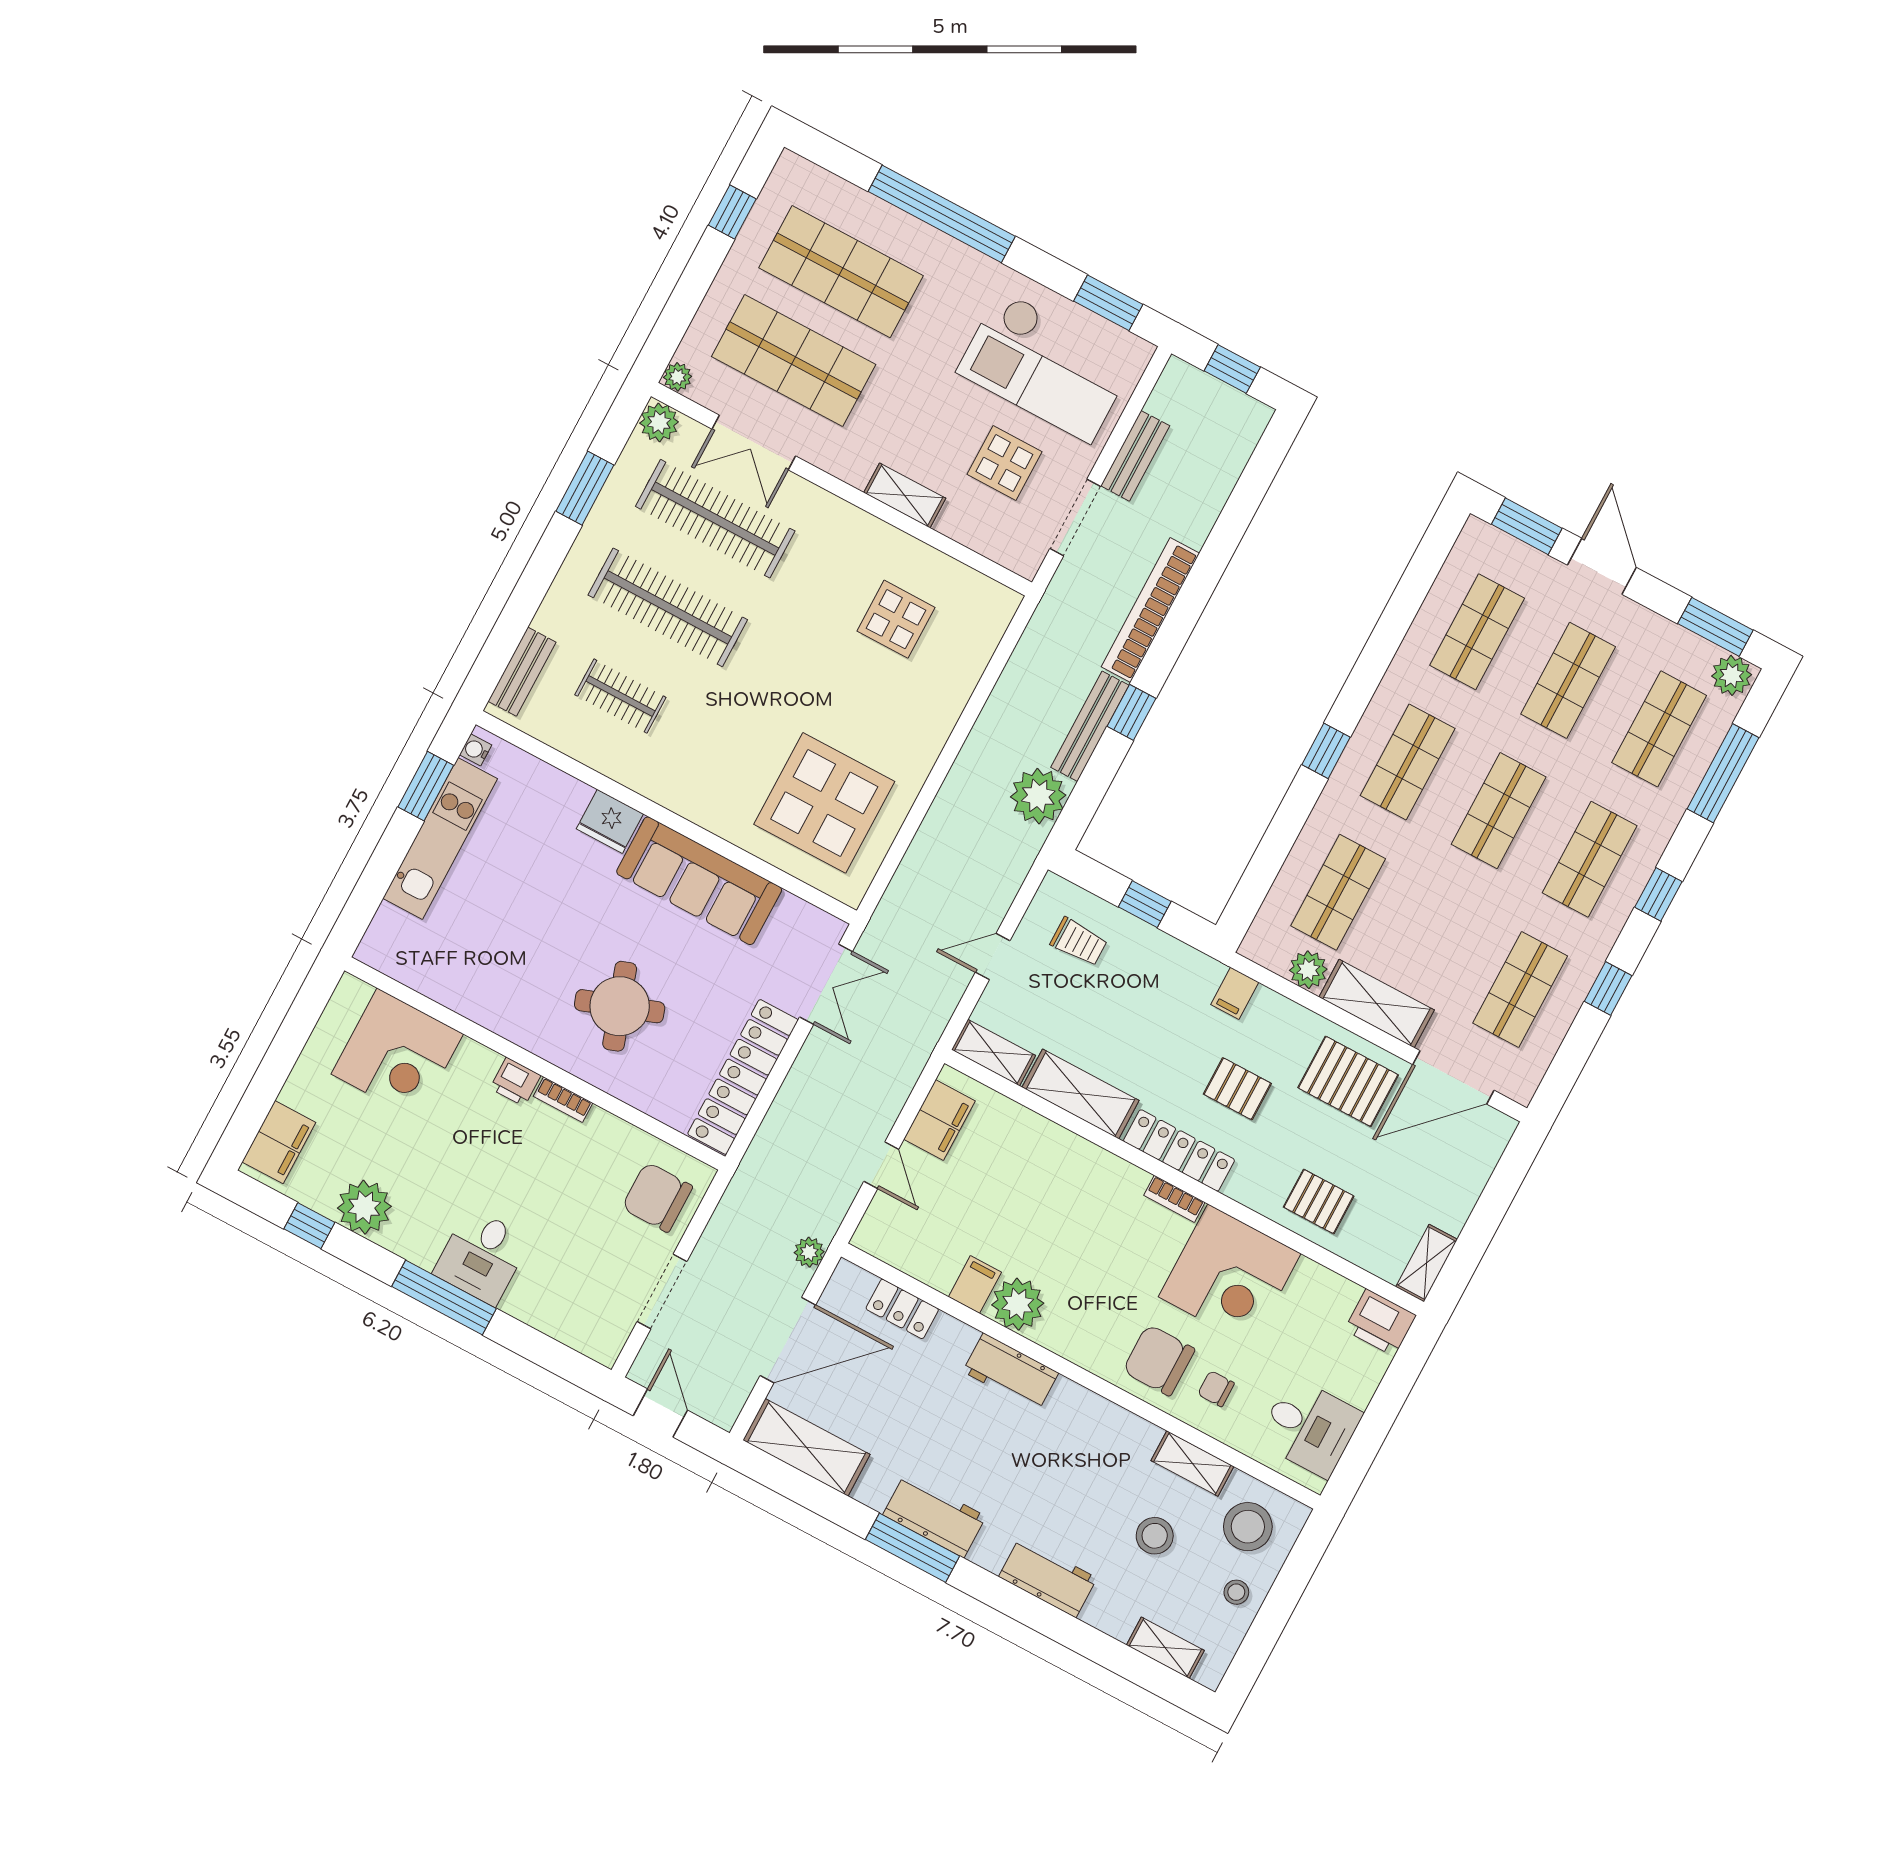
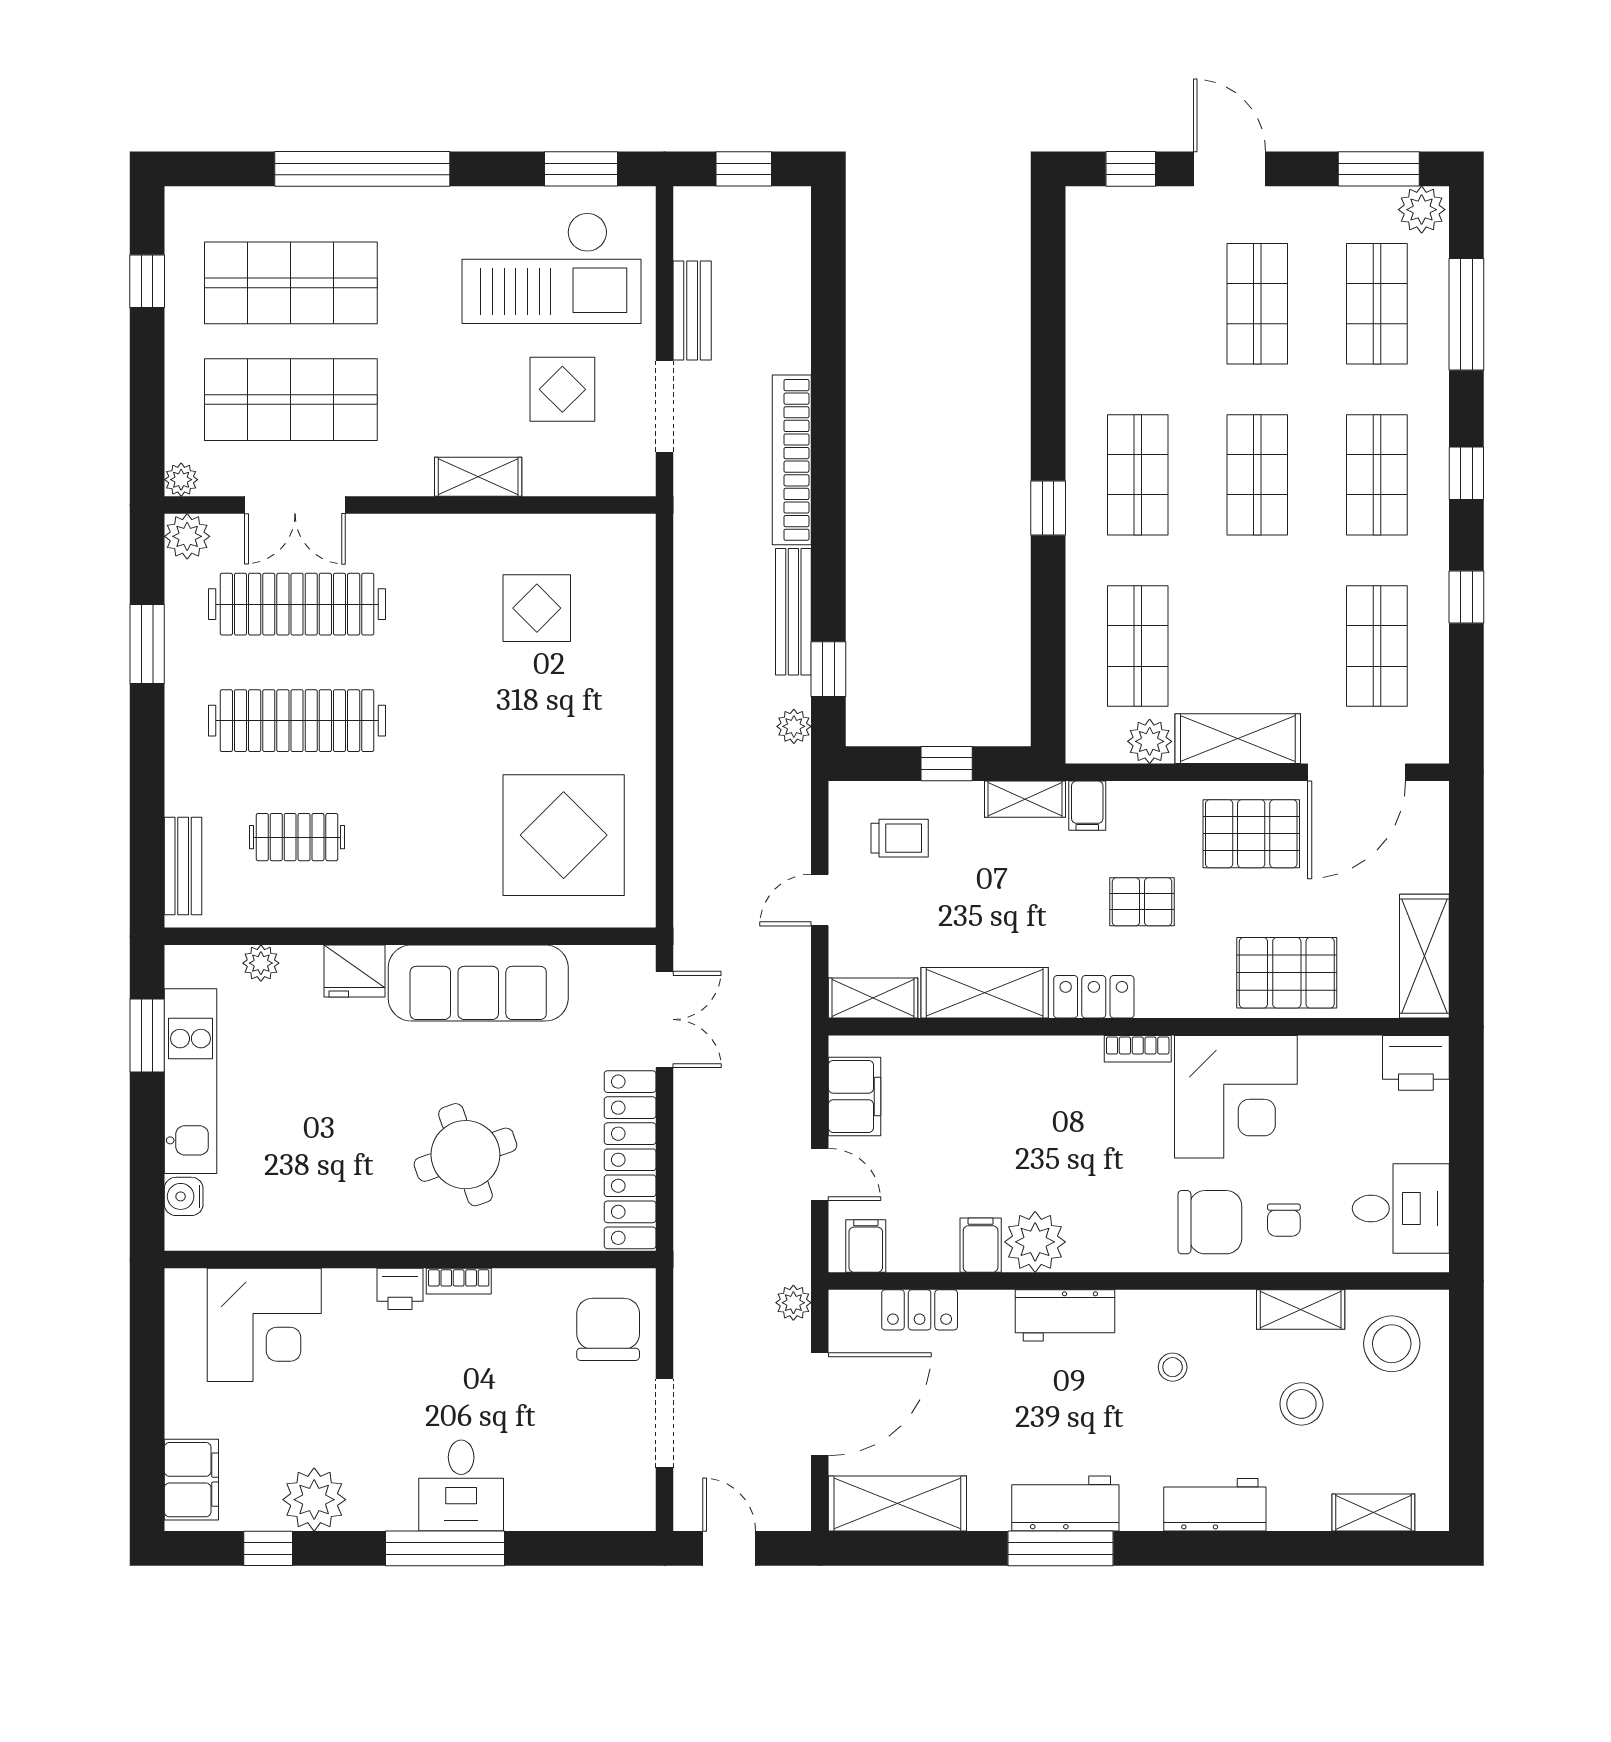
window: (1527, 526) -> (1131, 169), width x0.67
shop shelf: (1477, 632) -> (1138, 304), removed
window: (1131, 712) -> (828, 669), moved
water cooler: (476, 750) -> (184, 1196), moved, width x1.38, depth x1.38
plant: (542, 777) -> (261, 963), added
plant: (1038, 796) -> (794, 726), width x0.53, depth x0.53
shelving: (1190, 963) -> (1025, 799), added
locker: (1179, 1150) -> (1094, 997), width x0.66
chair: (657, 1197) -> (608, 1329), turned 90
pallet: (1319, 1202) -> (1287, 973), width x1.50, depth x1.42
filing cabinet: (887, 1238) -> (866, 1246), added
shelving: (1427, 1263) -> (1424, 956), width x1.50, depth x1.33
chair: (1159, 1360) -> (1210, 1222), turned 180
chair: (1216, 1389) -> (1284, 1220), turned -90
stool: (1236, 1592) -> (1173, 1367), moved

